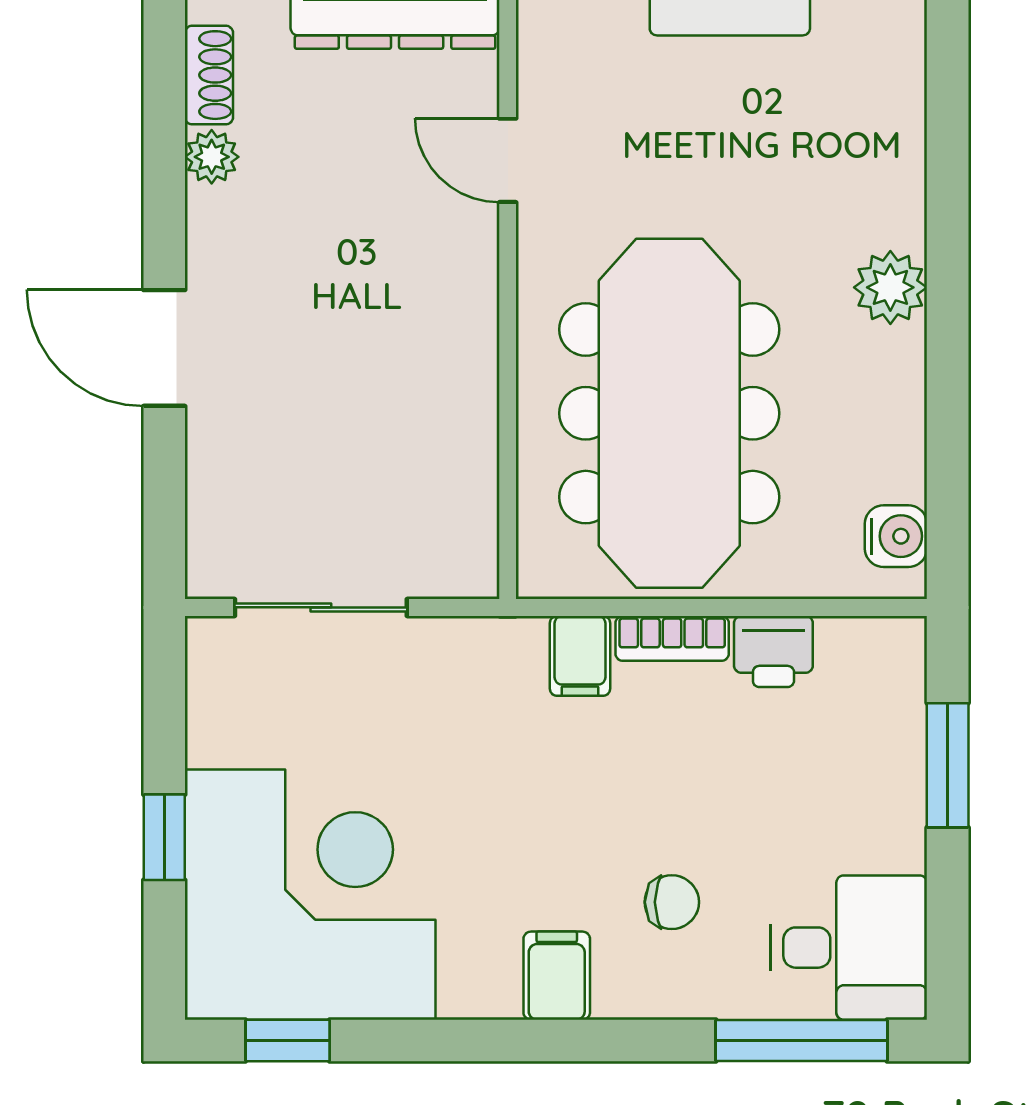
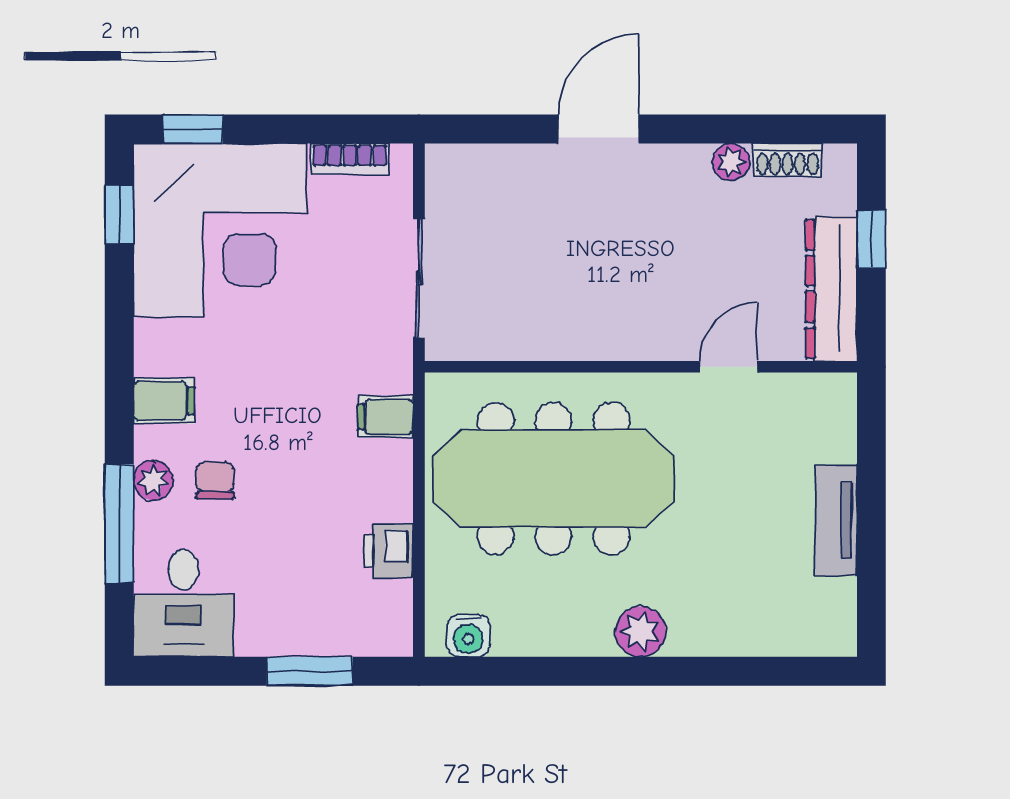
sliding door: (321, 607) -> (419, 278), moved
bookcase: (672, 638) -> (350, 159), moved, turned -90
window: (164, 837) -> (193, 129), moved
chair: (672, 902) -> (215, 480), turned 180
plant: (672, 991) -> (153, 480), added
window: (802, 1041) -> (119, 524), moved

